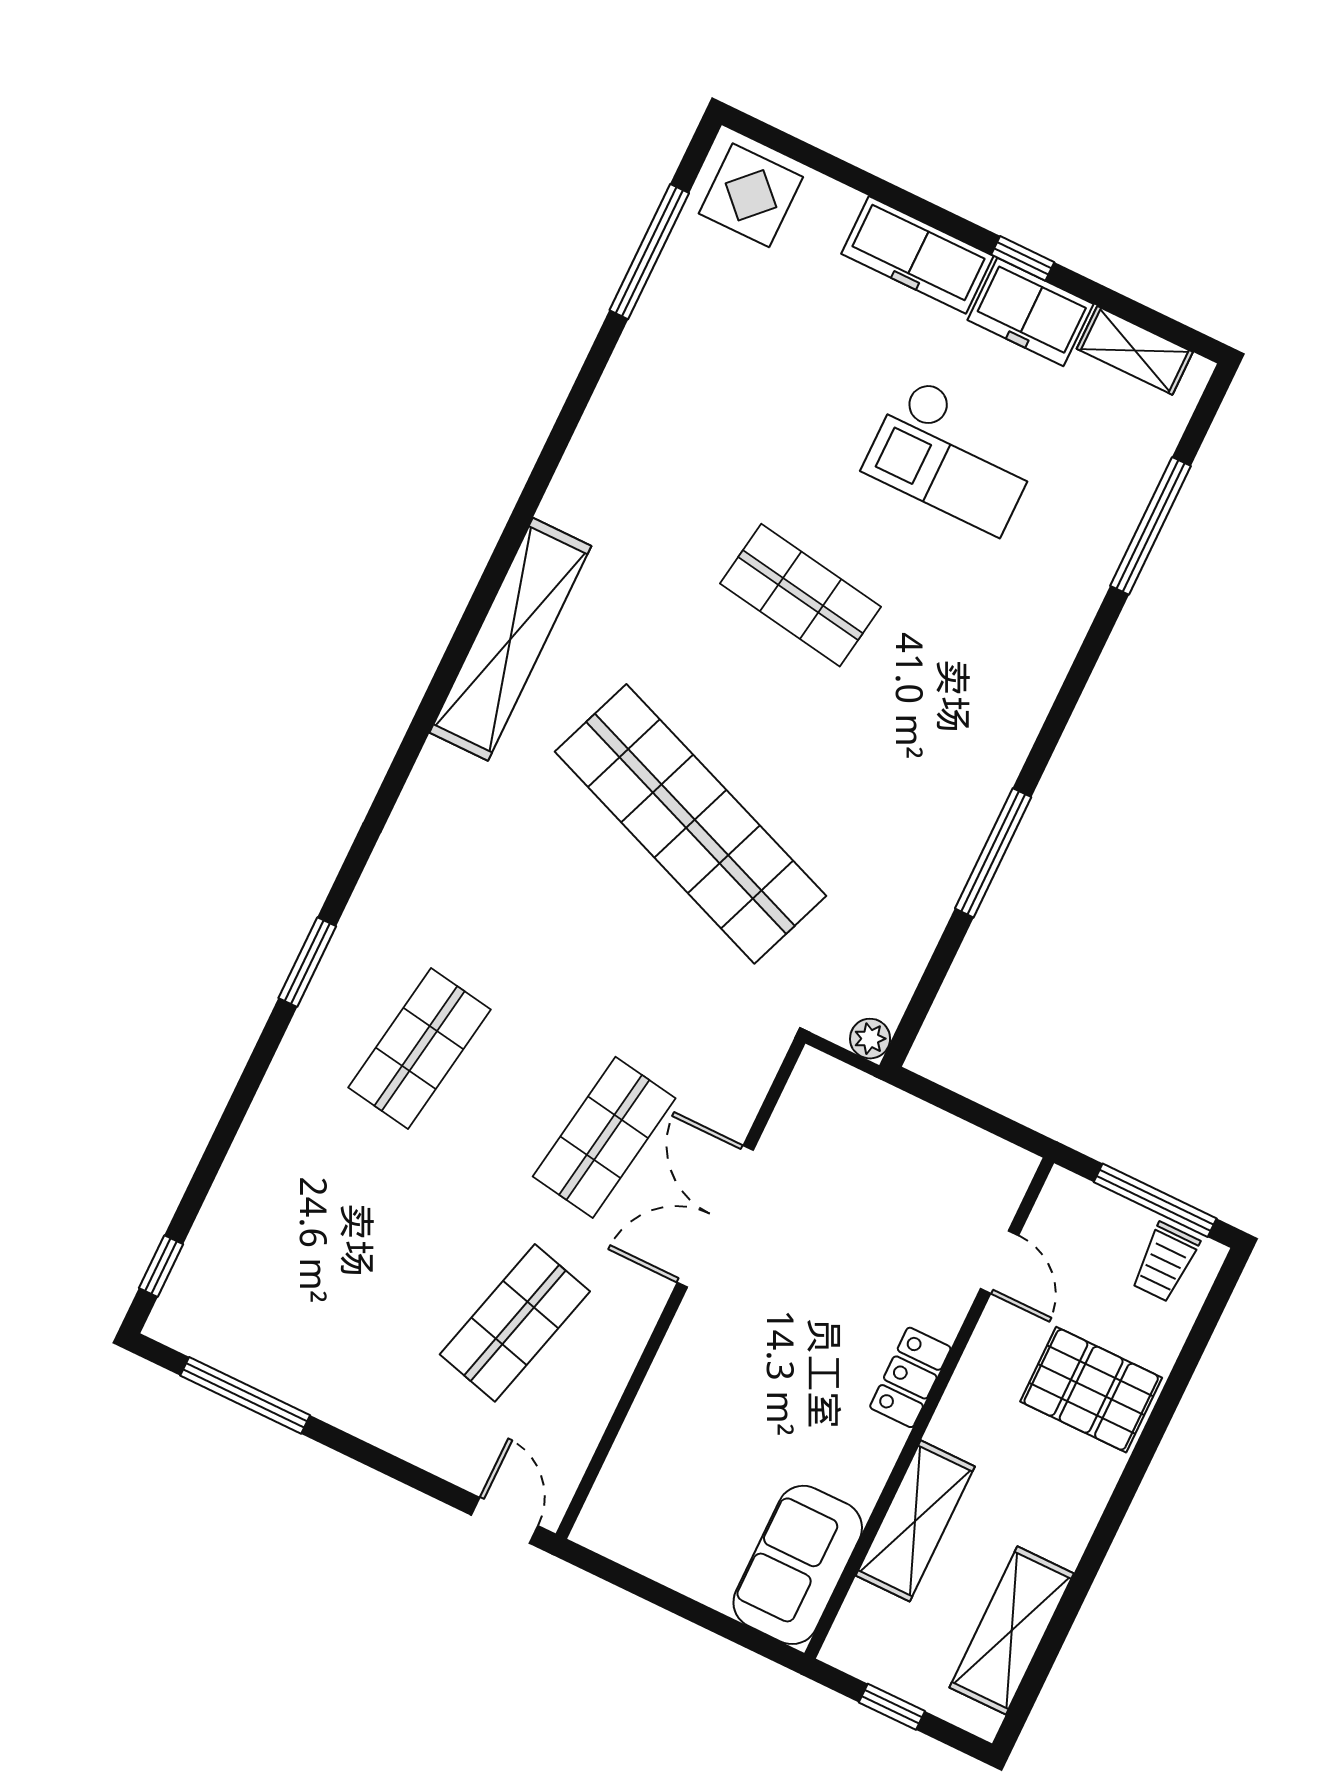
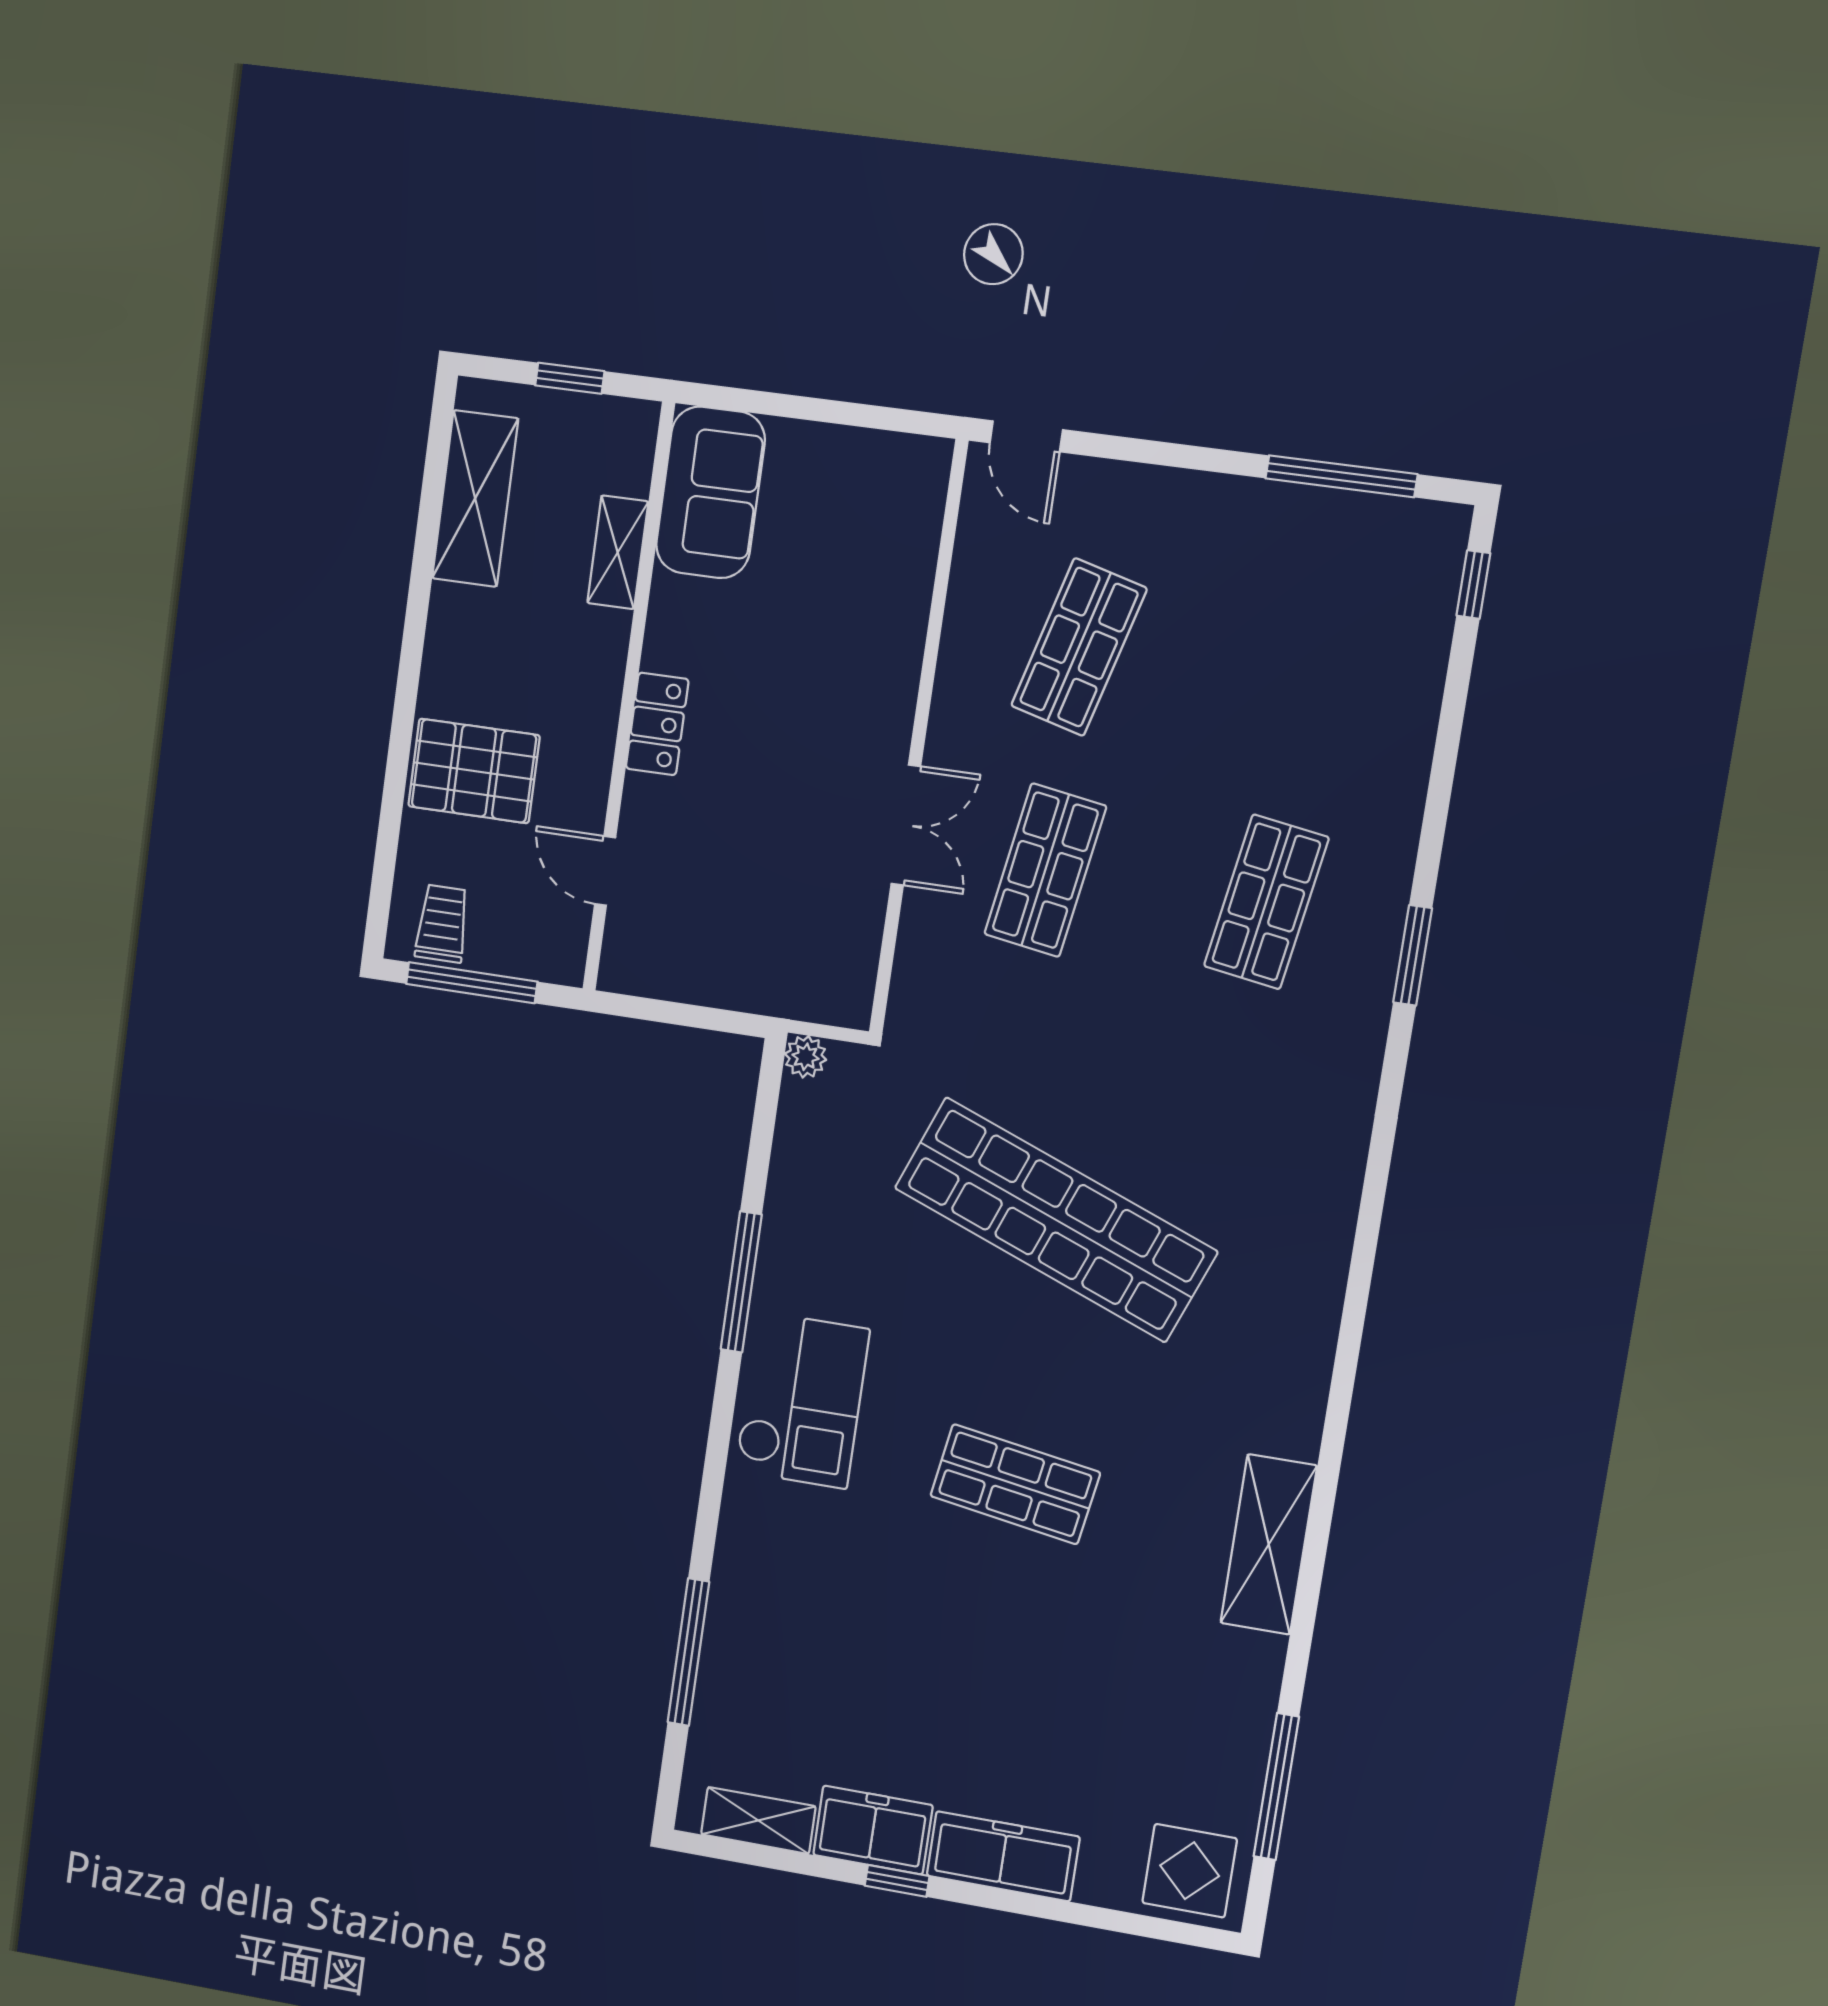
checkout: (954, 456) -> (802, 1400), moved, turned 90
shelving: (510, 639) -> (1269, 1544), moved, width x0.68
double door: (715, 1216) -> (906, 825), width x0.73
shelving: (915, 1521) -> (618, 552), width x0.67, depth x0.75

